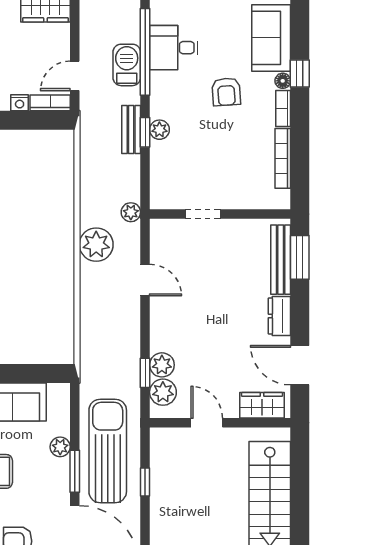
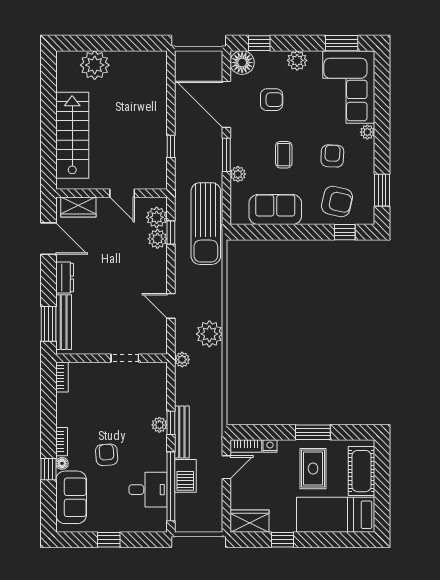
bench: (131, 130) -> (182, 432), width x1.36
bookcase: (283, 158) -> (62, 377), moved, width x0.64
sun lounger: (108, 451) -> (206, 224), moved

